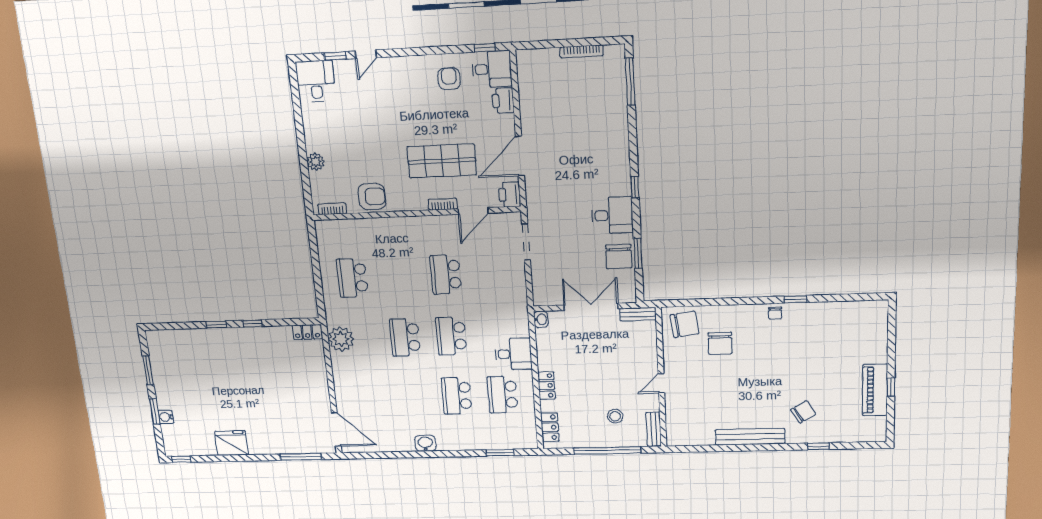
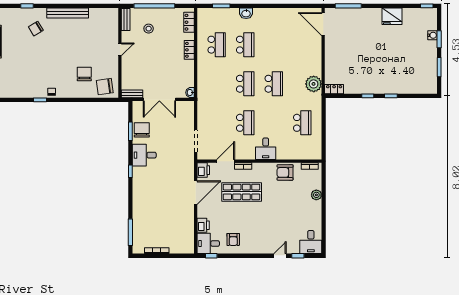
desk: (513, 354) -> (266, 149), moved, turned -90
washbasin: (425, 443) -> (246, 13), moved

